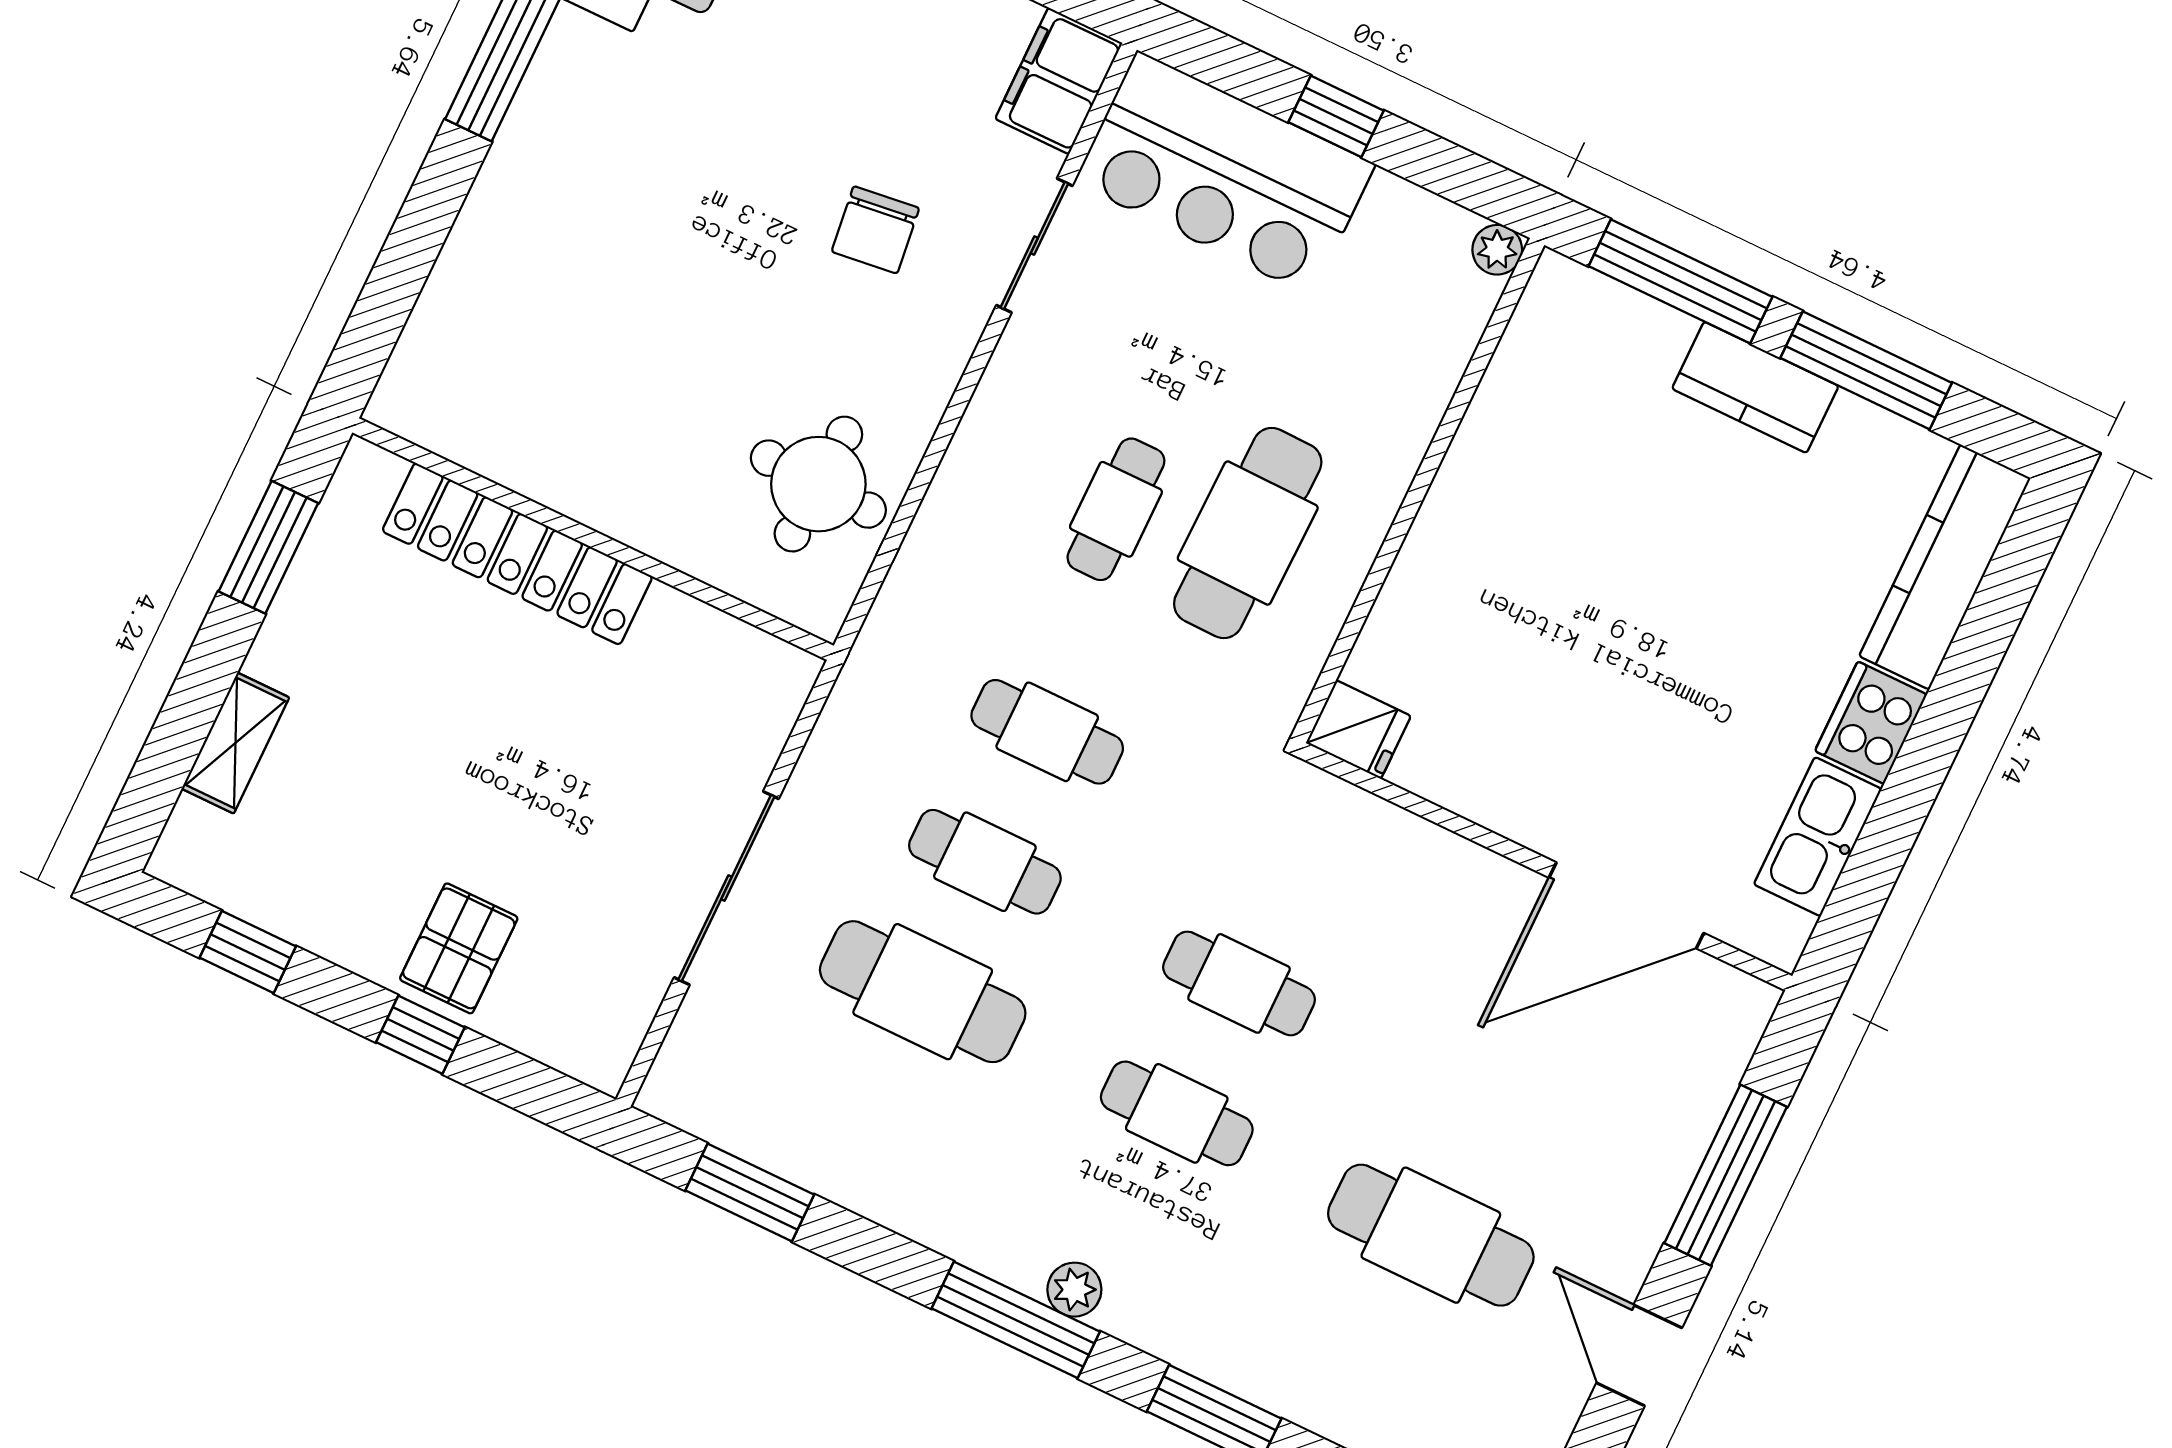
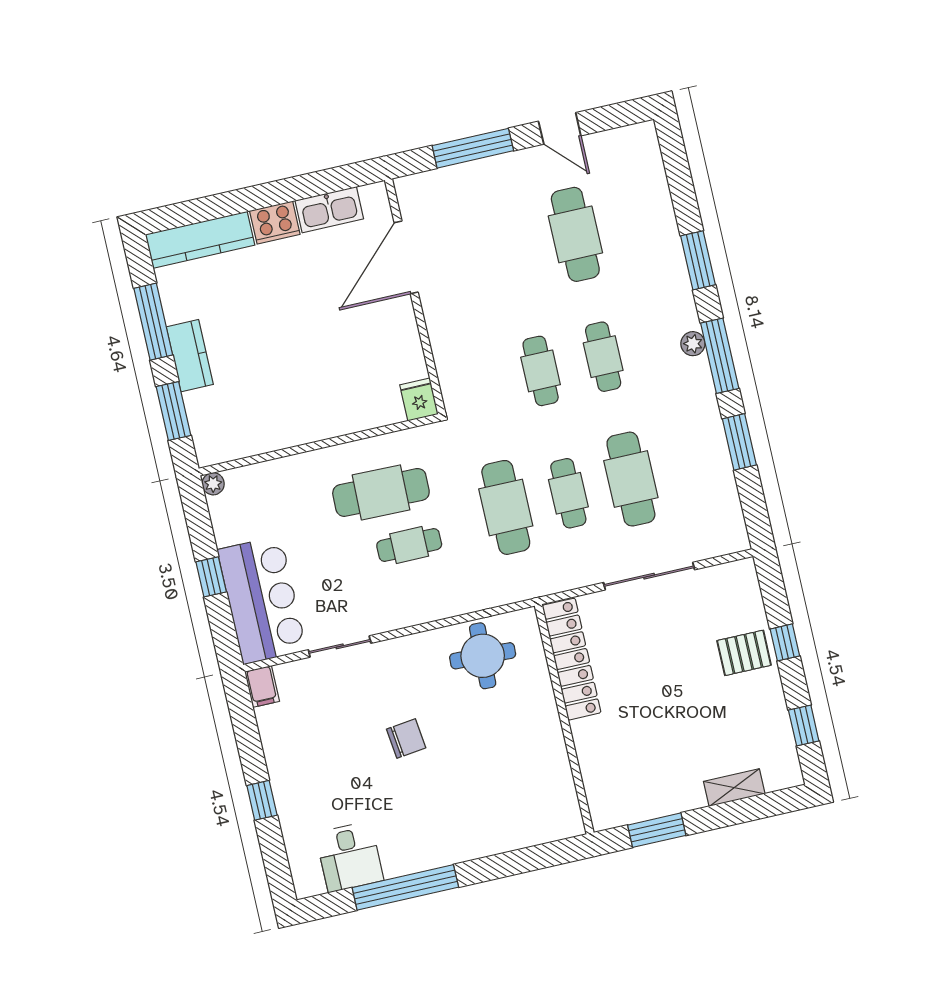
filing cabinet: (1059, 81) -> (262, 686), width x0.50
chair: (875, 230) -> (406, 738), moved
window: (1680, 281) -> (174, 411), width x0.69
locker: (517, 554) -> (572, 659), moved
cafe table: (1047, 732) -> (506, 507), width x1.37, depth x1.35
door: (1626, 905) -> (406, 257), swing flipped
window: (750, 1193) -> (739, 442), moved
door: (1639, 1355) -> (560, 128), hinge flipped

